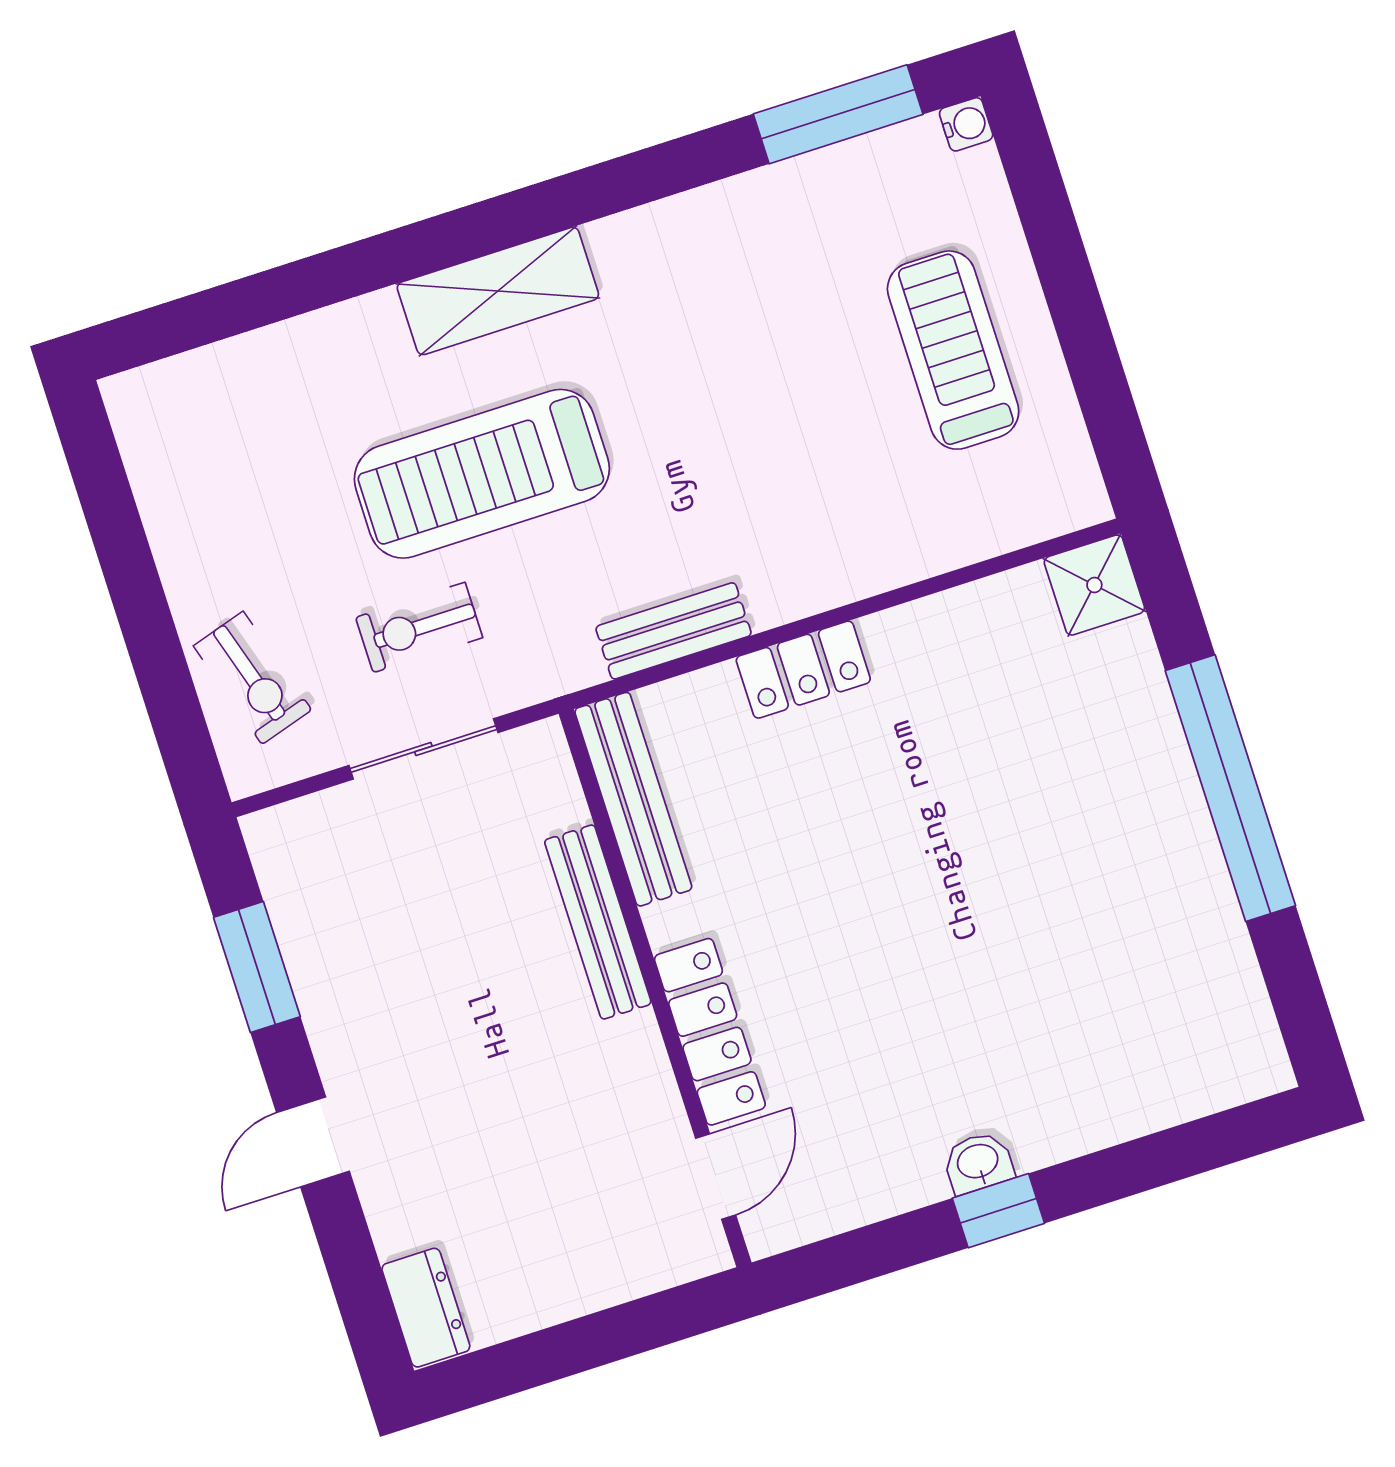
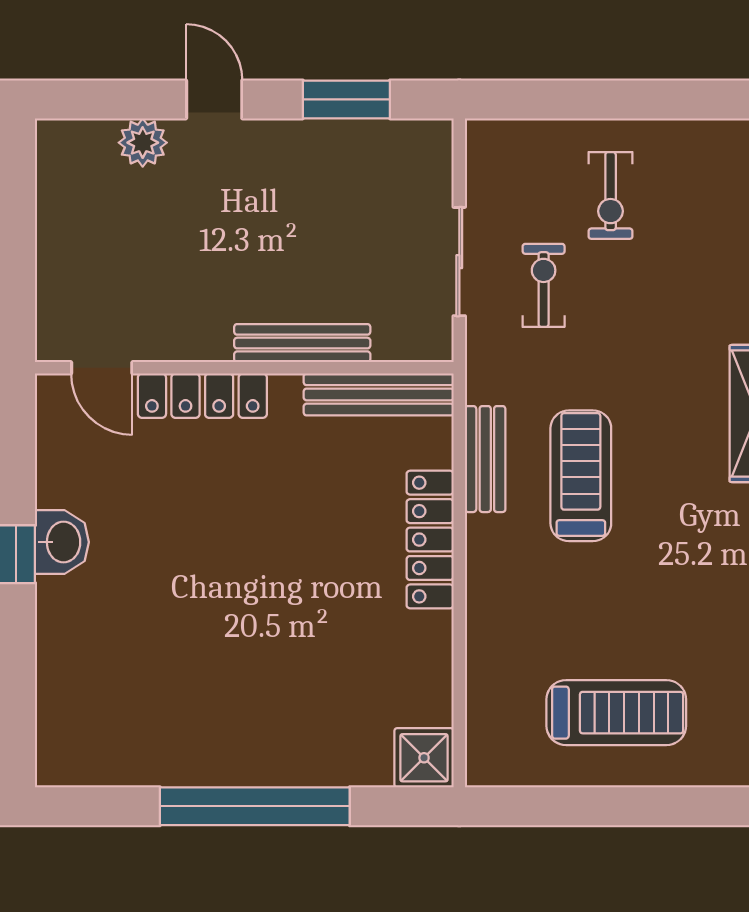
treadmill: (482, 474) -> (581, 476), moved, width x0.73, depth x0.73
locker: (803, 670) -> (430, 540), width x1.53
exercise bike: (253, 678) -> (611, 195), moved, turned -73
washbasin: (978, 1163) -> (62, 542), width x1.38, depth x1.45
plant: (400, 1218) -> (143, 143), added
dresser: (426, 1308) -> (76, 140), removed

